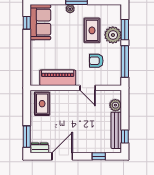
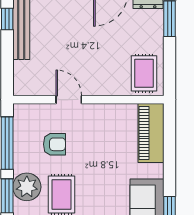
piano: (58, 78) -> (151, 133), moved, turned 90
plant: (115, 105) -> (23, 71), removed

